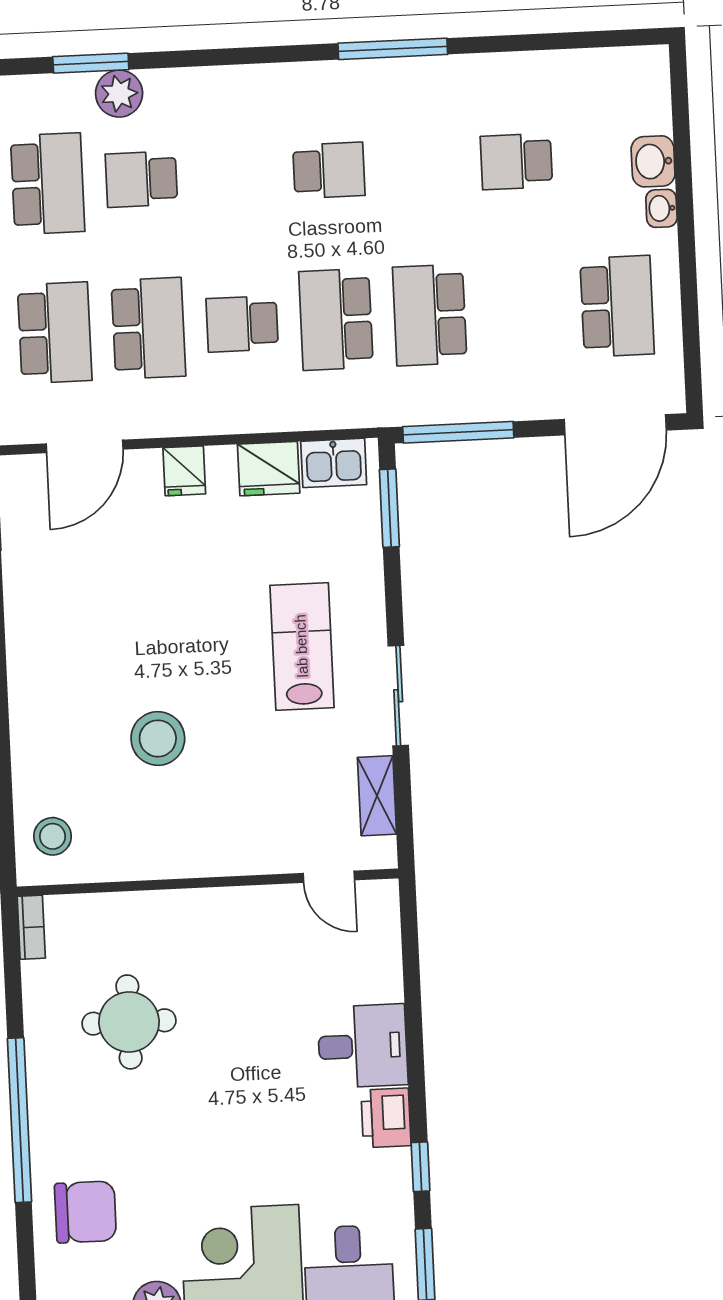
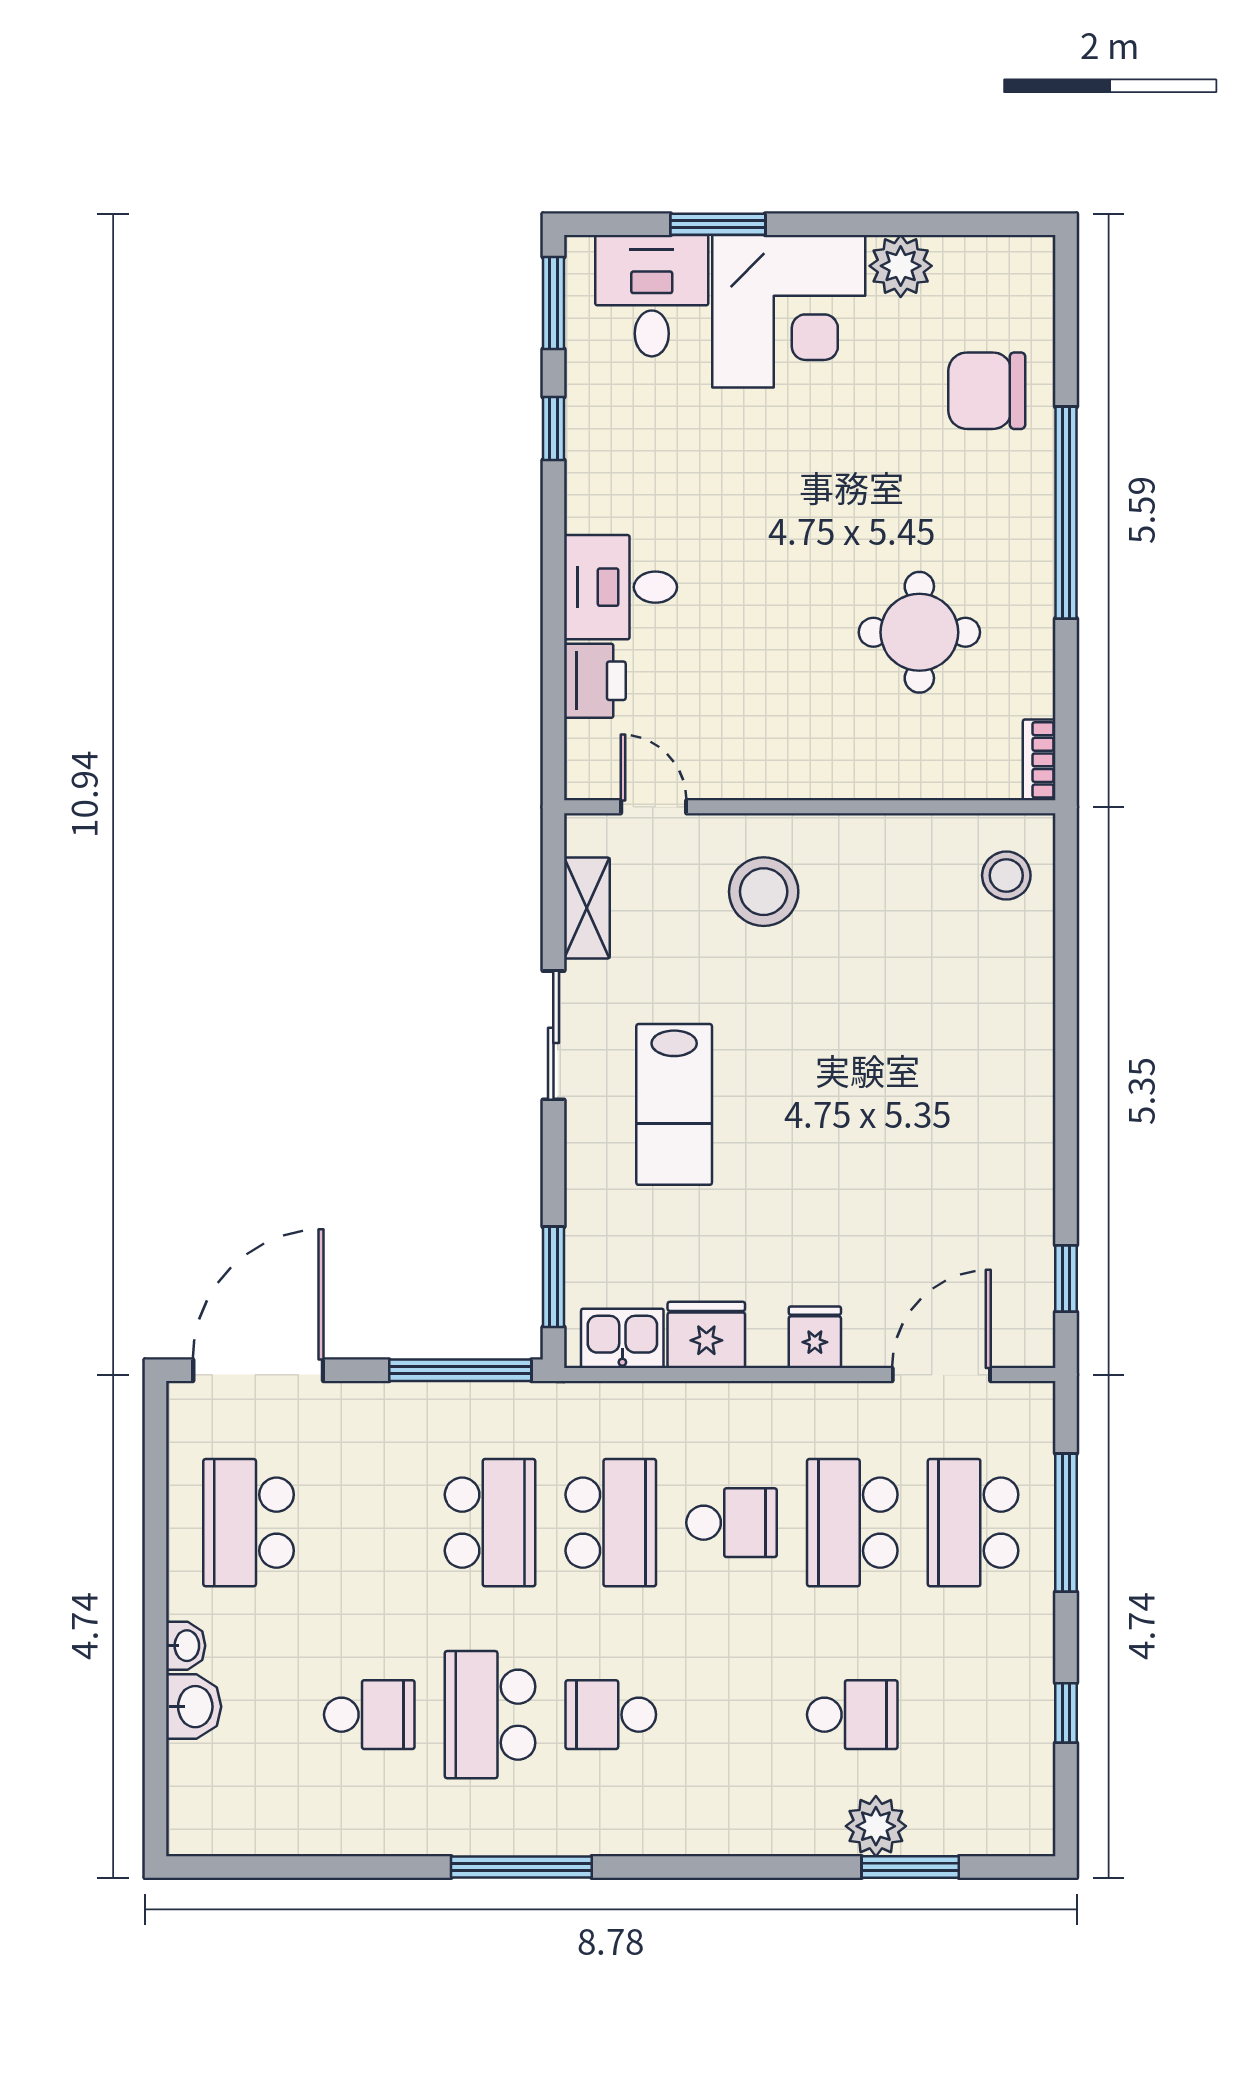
school desk: (48, 184) -> (490, 1715), moved
stool: (158, 738) -> (764, 892), moved
printer: (386, 1118) -> (595, 681), moved

